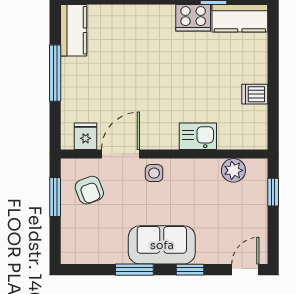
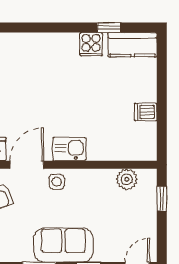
cooker: (193, 18) -> (91, 44), width x0.73
kitchen sink: (198, 136) -> (69, 149), moved

